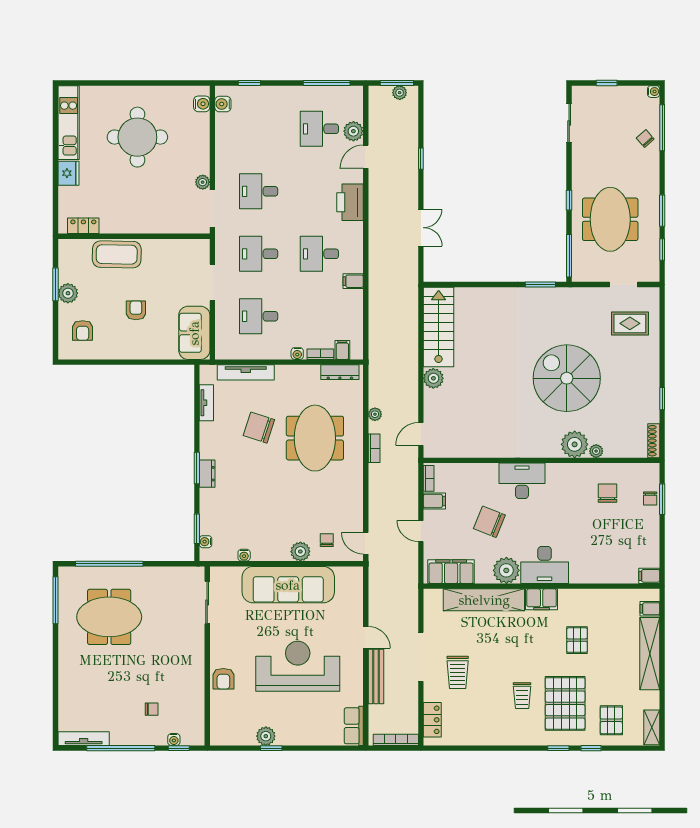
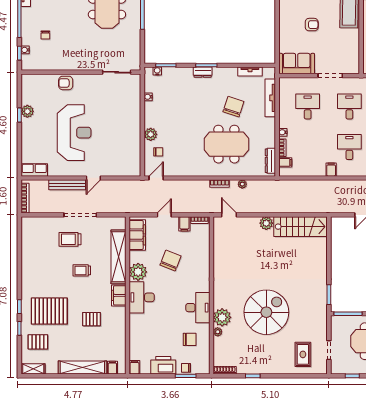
desk: (522, 481) -> (198, 308), moved
printer: (646, 533) -> (163, 365), added
sofa: (288, 585) -> (129, 126), removed
trolley: (522, 696) -> (82, 270), moved
locker: (432, 720) -> (38, 222), removed

